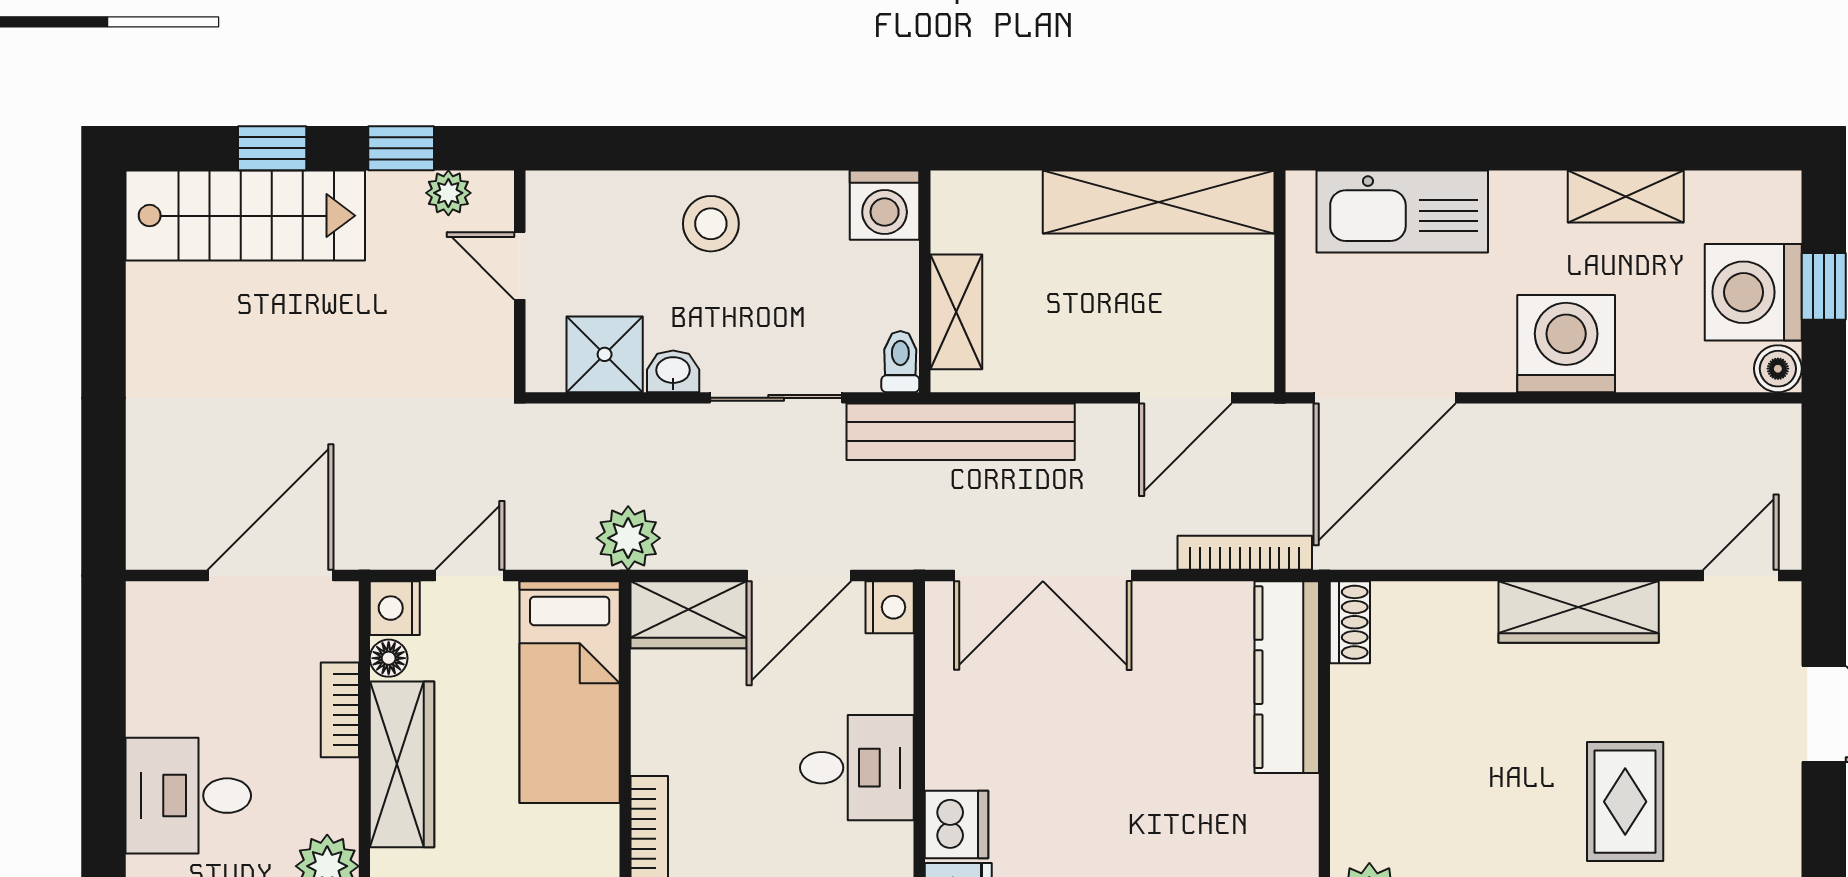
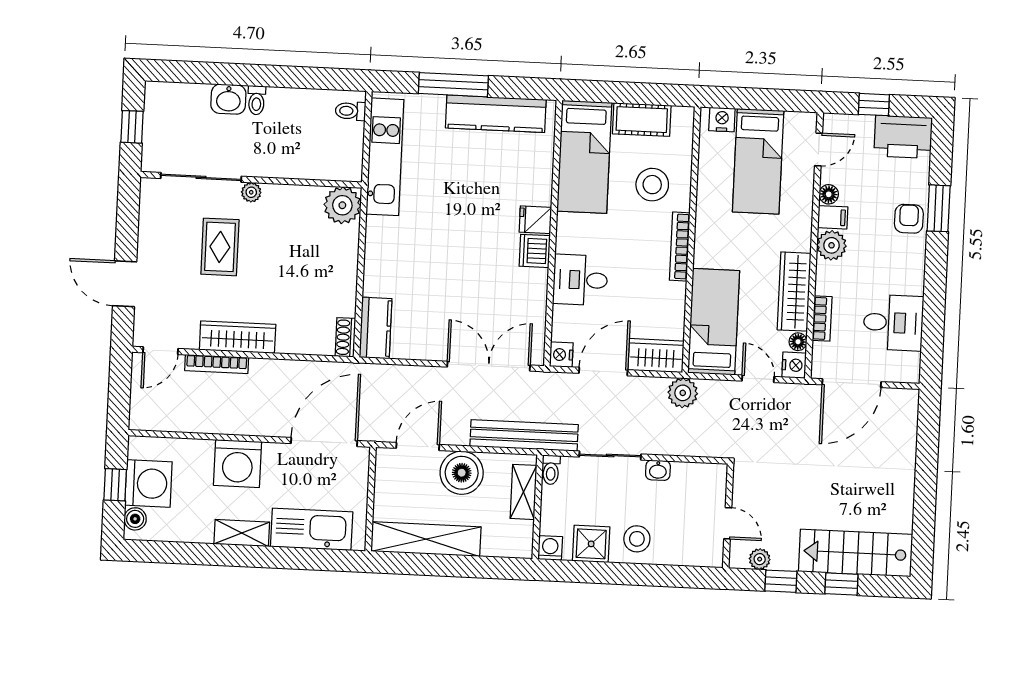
shelving: (1626, 196) -> (242, 533), moved
washing machine: (885, 205) -> (550, 548), width x0.73, depth x0.73
boiler: (1089, 347) -> (462, 473), added
shower: (605, 354) -> (591, 544), moved
boiler: (1778, 369) -> (135, 519), moved
bookcase: (1245, 553) -> (217, 364), moved
door: (470, 576) -> (758, 379), swing flipped
kitchen counter: (1287, 677) -> (376, 328), width x0.67
desk: (188, 796) -> (893, 323), moved

